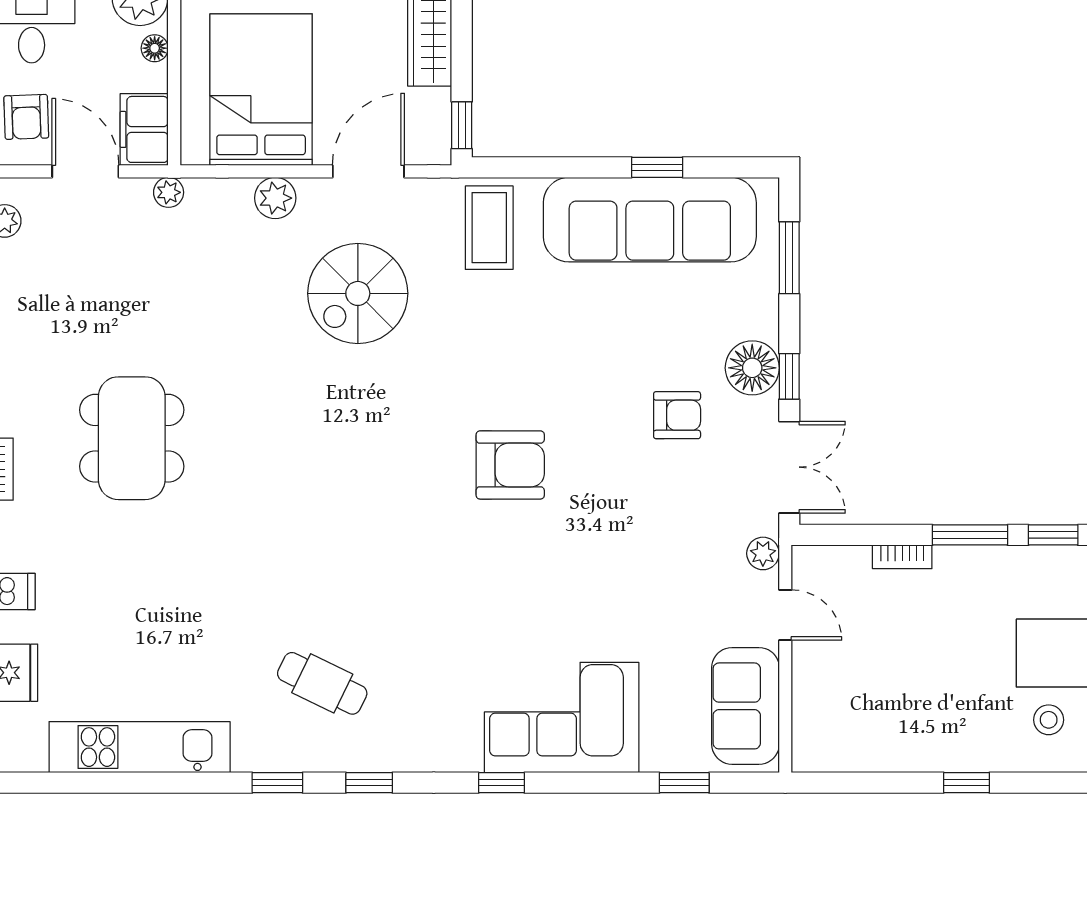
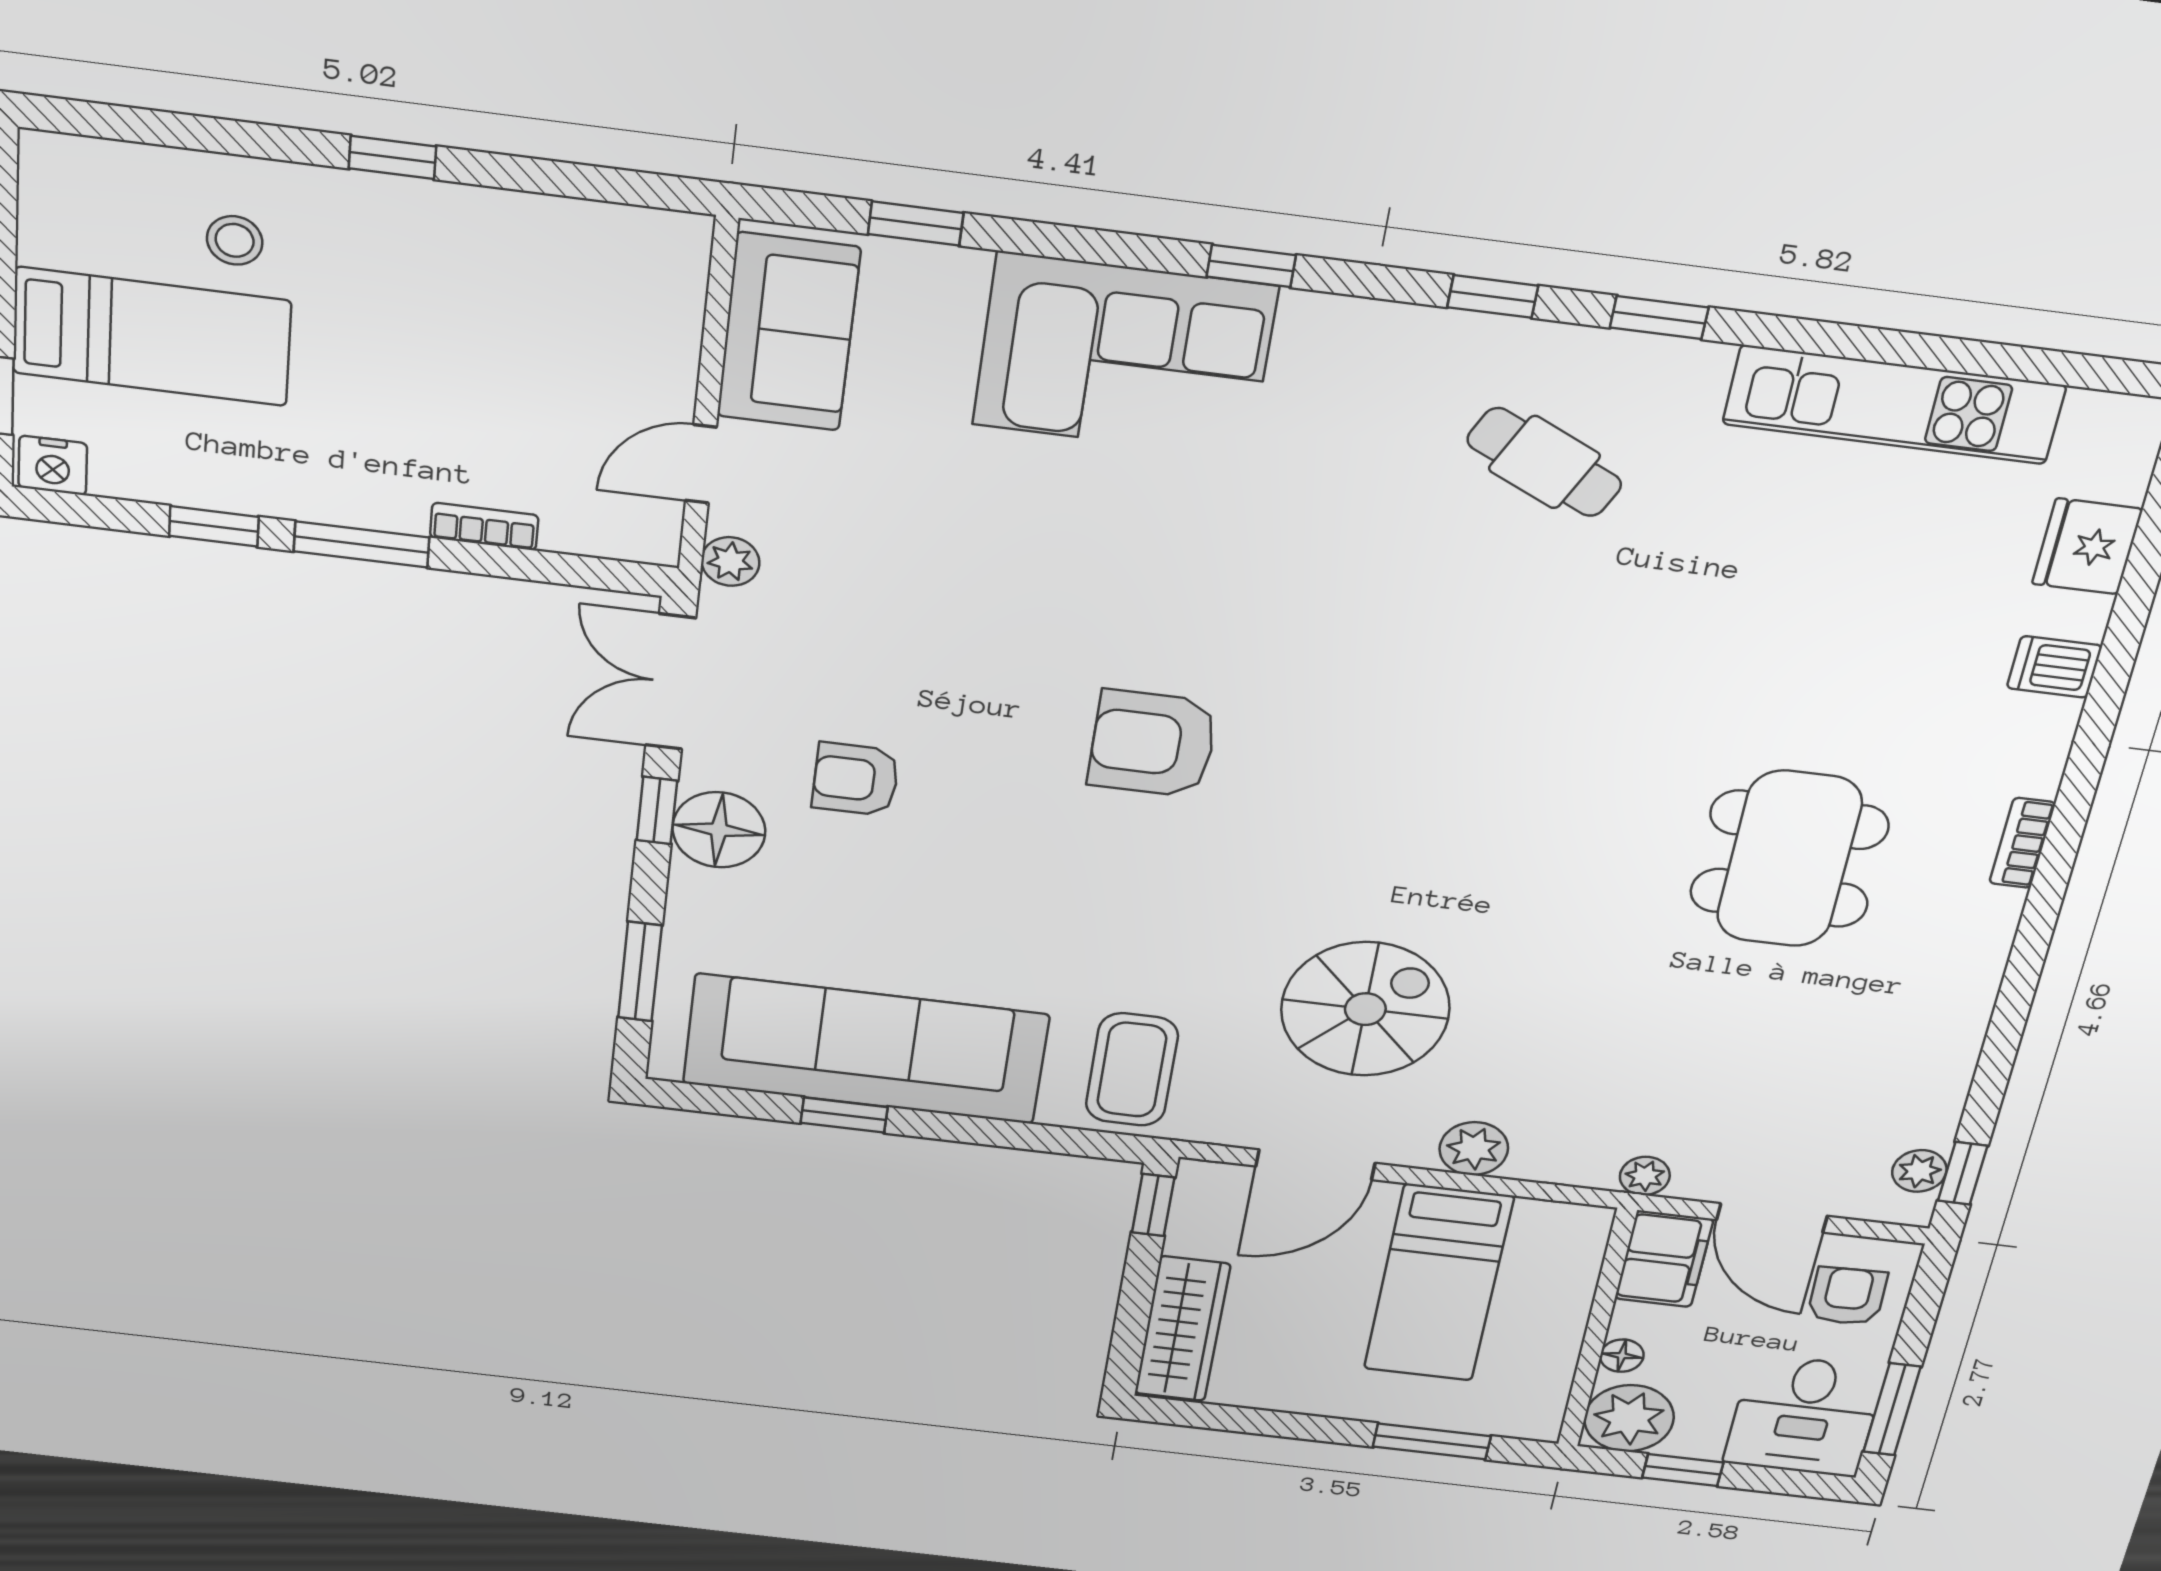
bed: (261, 90) -> (1438, 1283), width x0.67
door: (785, 615) -> (701, 464), hinge flipped

